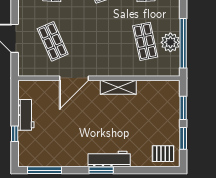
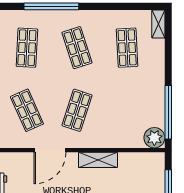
shop shelf: (145, 41) -> (77, 110), moved, turned 30
plant: (170, 42) -> (154, 138), moved

